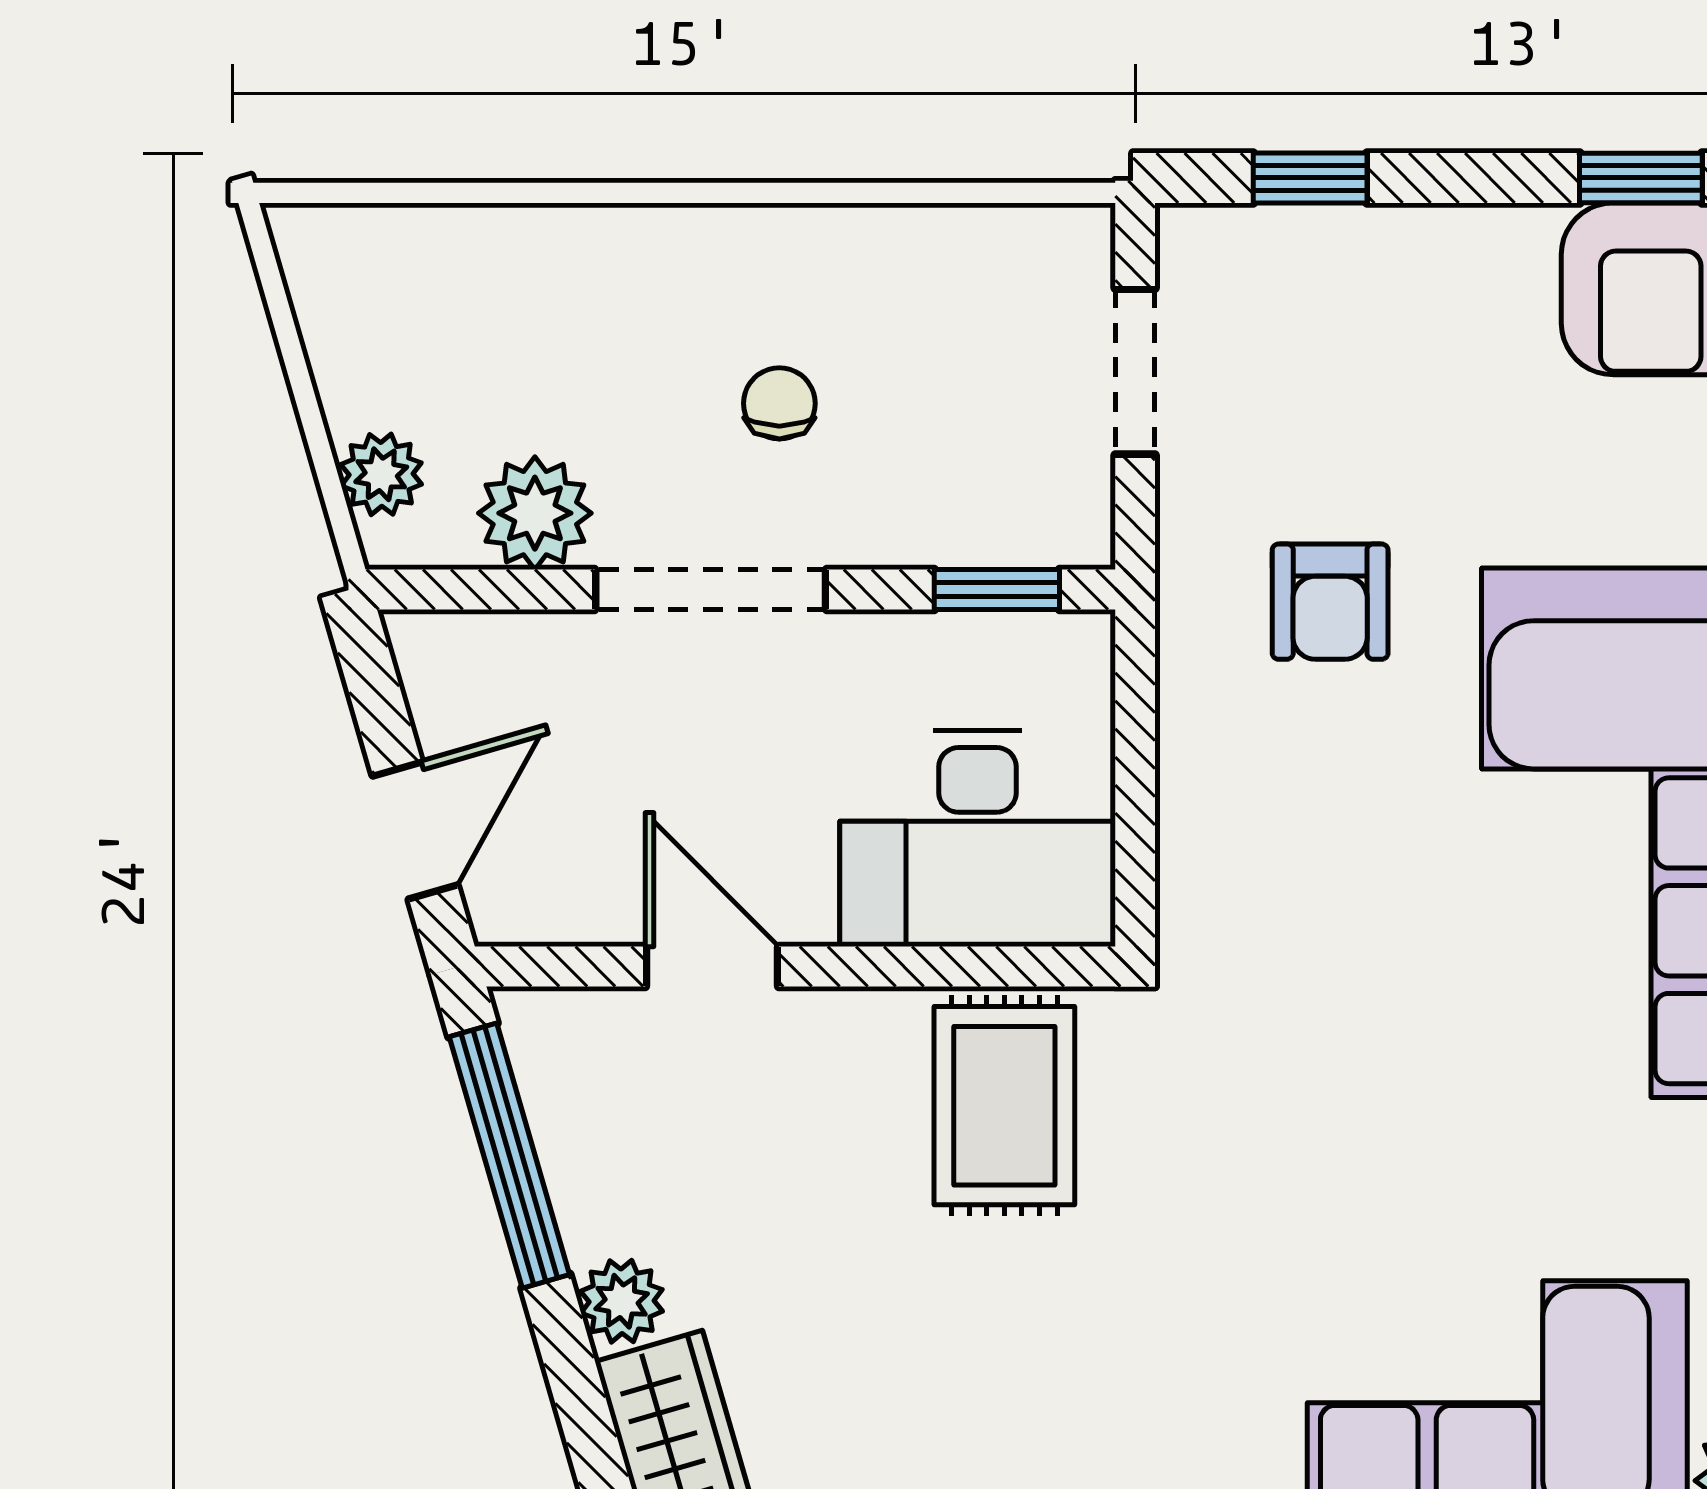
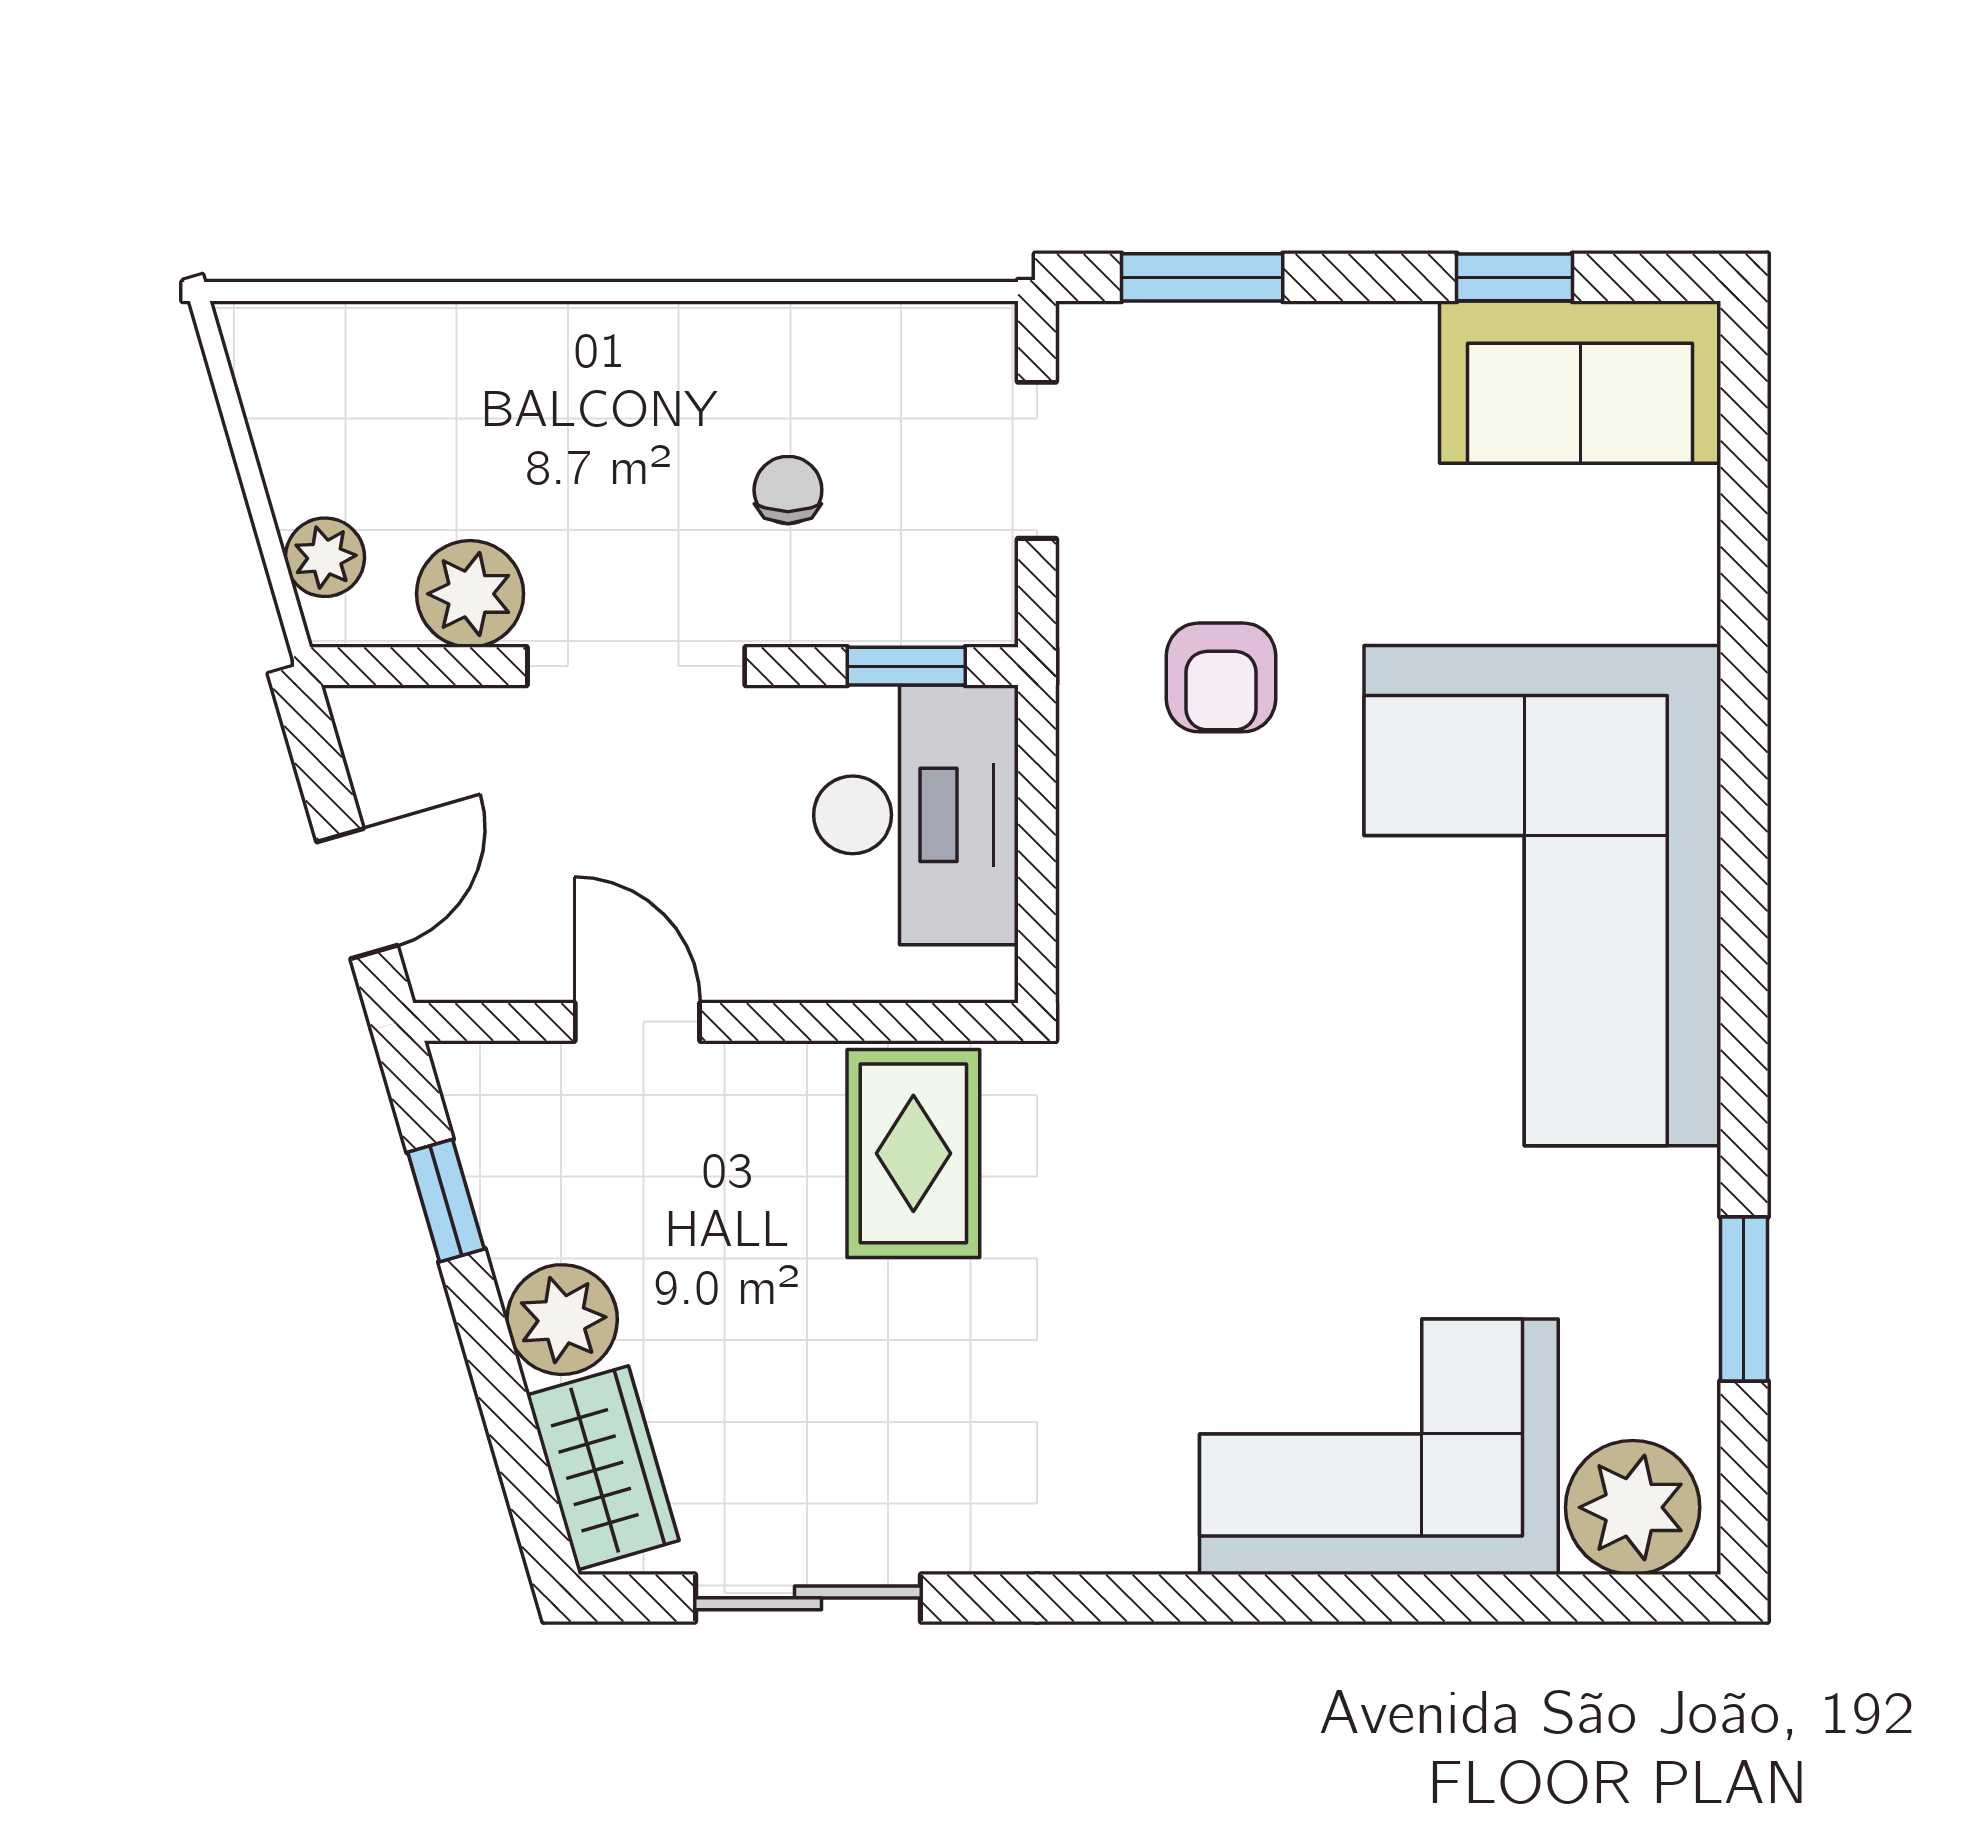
window: (1310, 178) -> (1202, 277), width x1.50
chair: (779, 403) -> (788, 490), moved
desk: (978, 838) -> (916, 815), moved, turned -90
window: (509, 1156) -> (446, 1201), width x0.46
plant: (622, 1301) -> (562, 1320), width x1.38, depth x1.38

